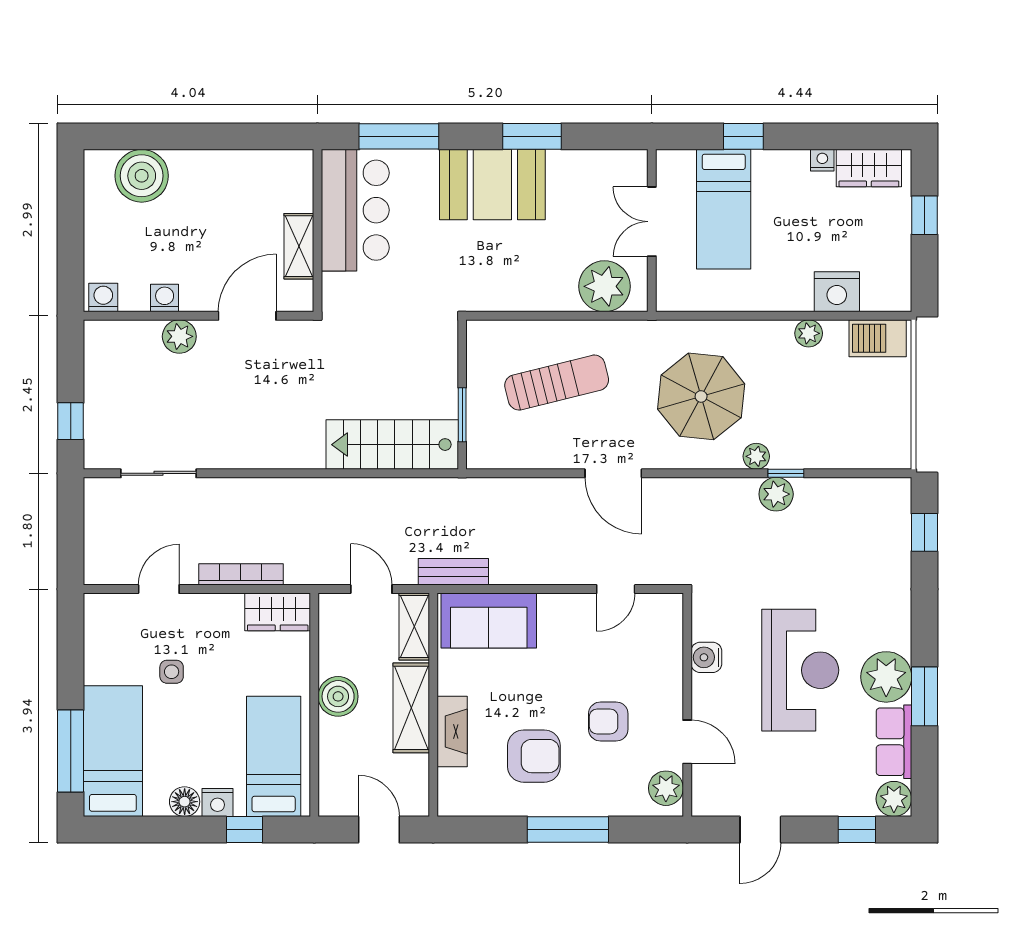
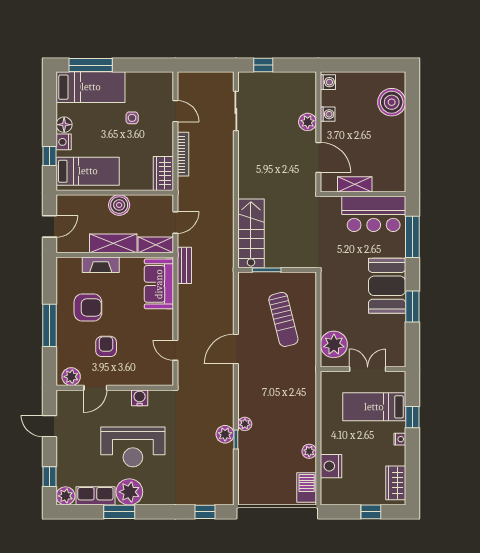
nightstand: (822, 160) -> (400, 439), moved
parasol: (701, 396) -> (276, 395), removed
armchair: (534, 756) -> (88, 307), turned -90

